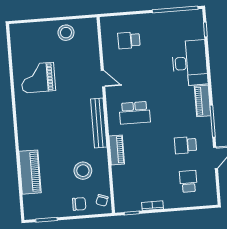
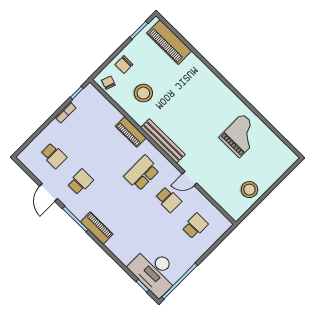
desk: (190, 63) -> (155, 271), moved
school desk: (132, 77) -> (168, 200), added
piano: (30, 172) -> (169, 42), moved

